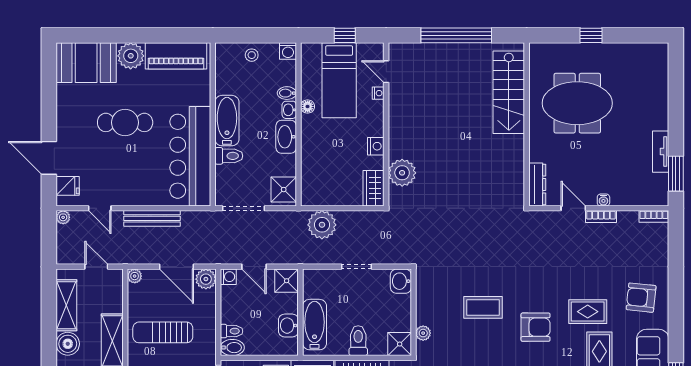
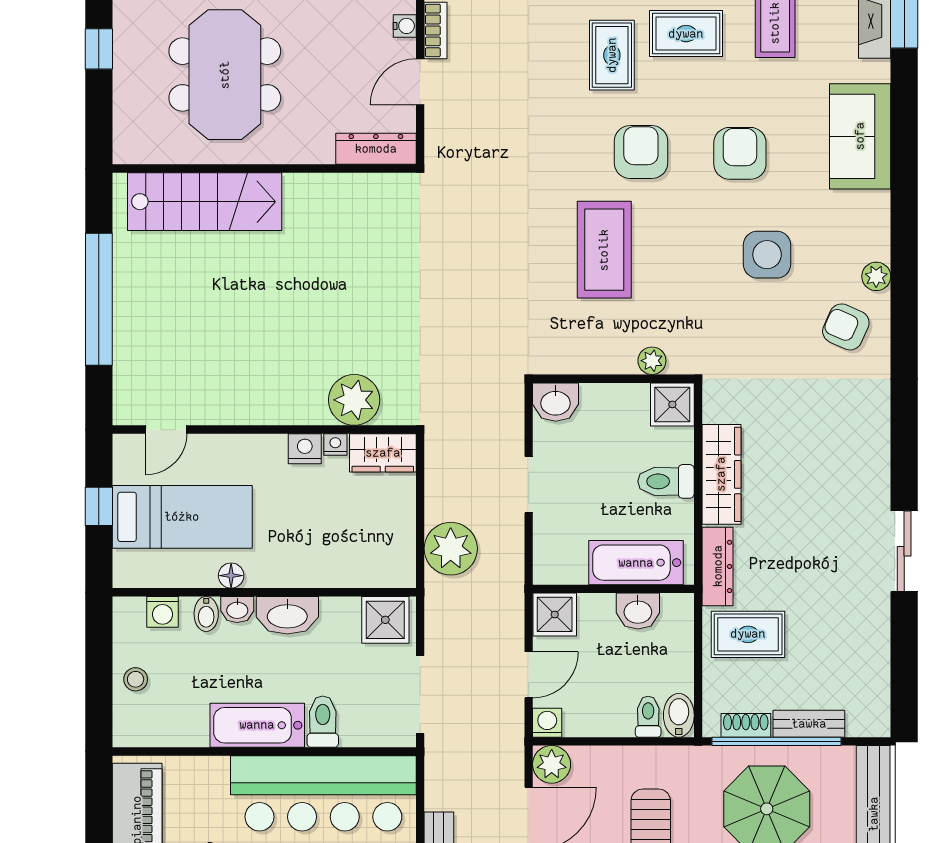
washing machine: (288, 51) -> (163, 612), moved, turned 90
nightstand: (378, 93) -> (335, 444), moved
coffee table: (483, 307) -> (604, 250), width x1.36, depth x1.32

